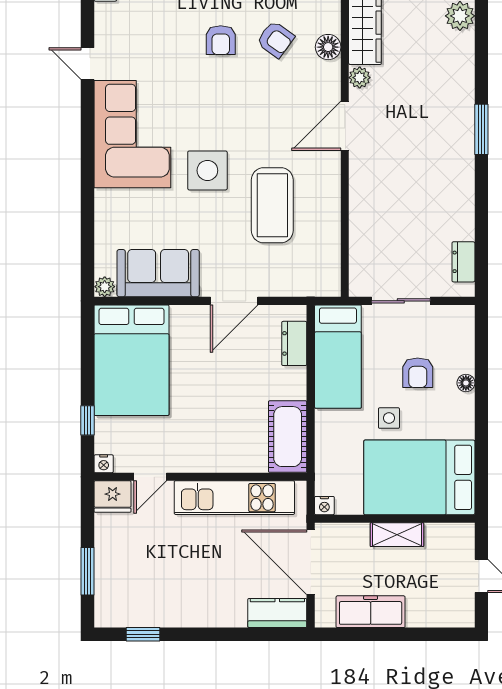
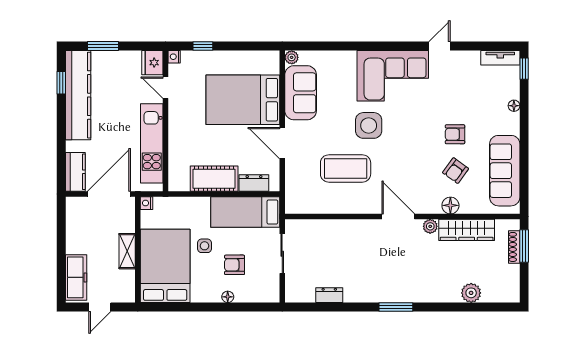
dresser: (463, 262) -> (329, 295), moved
bed: (131, 360) -> (243, 100), moved
cot: (288, 437) -> (214, 179), moved
kitchen counter: (162, 609) -> (78, 95), added
freezer: (371, 612) -> (76, 277), moved

